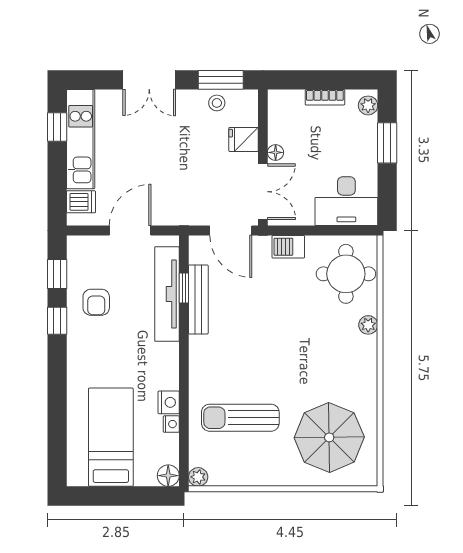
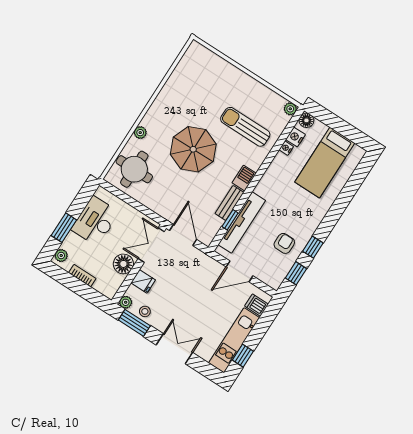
plant: (249, 99) -> (126, 302), added
floor lamp: (276, 152) -> (123, 264), width x1.89, depth x1.89
desk: (346, 201) -> (95, 221), moved, turned -90
barbecue: (288, 247) -> (244, 178), moved, turned -90
bench: (198, 299) -> (229, 203), width x0.73
nightstand: (169, 402) -> (295, 137), moved
sun lounger: (240, 418) -> (245, 127), turned 180
parasol: (329, 437) -> (193, 149), moved

